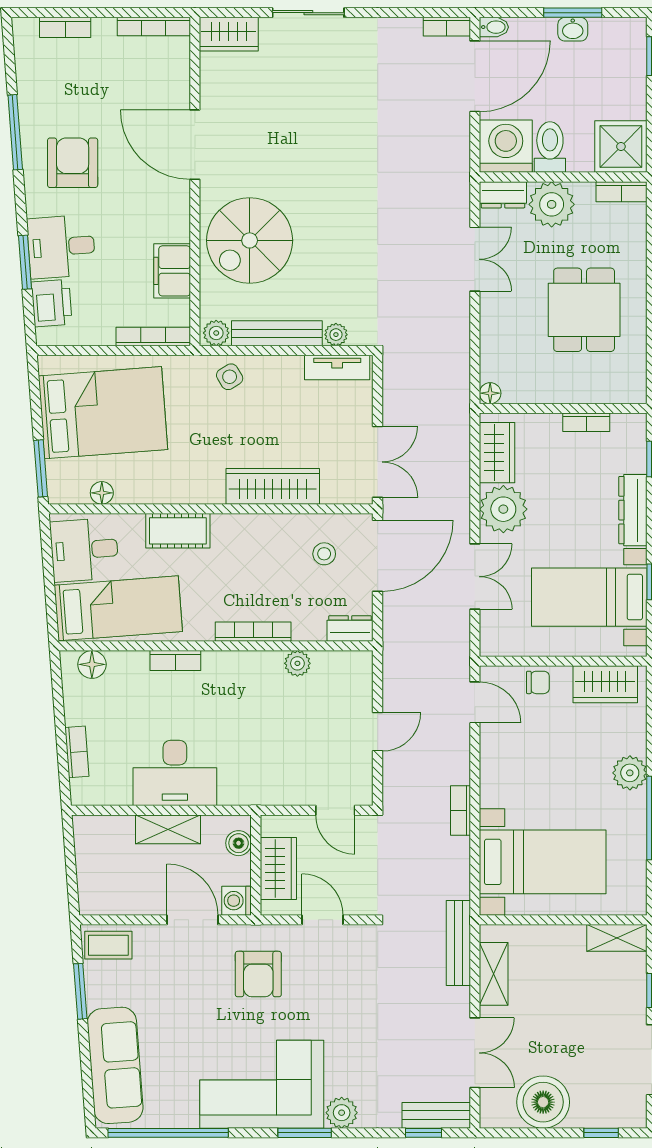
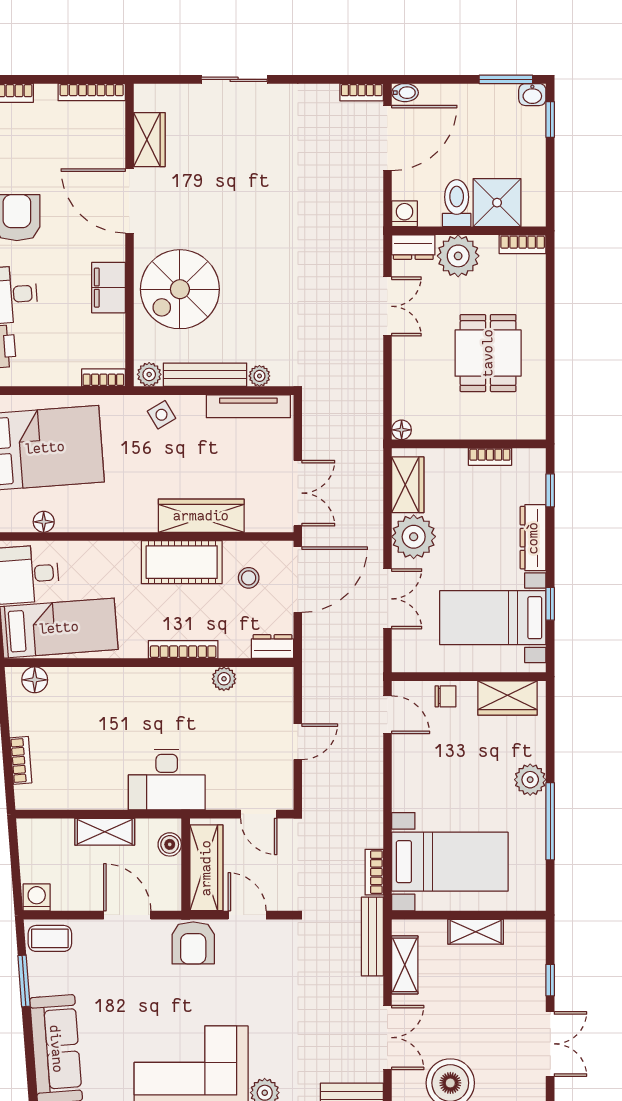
window: (573, 13) -> (506, 79), moved
washbasin: (573, 29) -> (532, 95), moved
wardrobe: (229, 34) -> (149, 140), moved, turned -90
washing machine: (506, 146) -> (405, 214), width x0.53, depth x0.53
shower: (621, 147) -> (497, 203), moved
filing cabinet: (172, 271) -> (108, 288), moved
bookcase: (153, 337) -> (103, 378), width x0.64
tv unit: (337, 368) -> (248, 406), width x1.41
cot: (178, 531) -> (182, 562), moved, width x1.37, depth x1.34
bookcase: (175, 661) -> (112, 676), removed
desk: (175, 773) -> (167, 780), moved
bookcase: (460, 810) -> (374, 872), moved
wardrobe: (278, 868) -> (206, 868), width x1.50
washing machine: (237, 901) -> (37, 897), moved, turned 90
shelving: (617, 938) -> (476, 932), moved
armchair: (258, 974) -> (193, 943), moved

